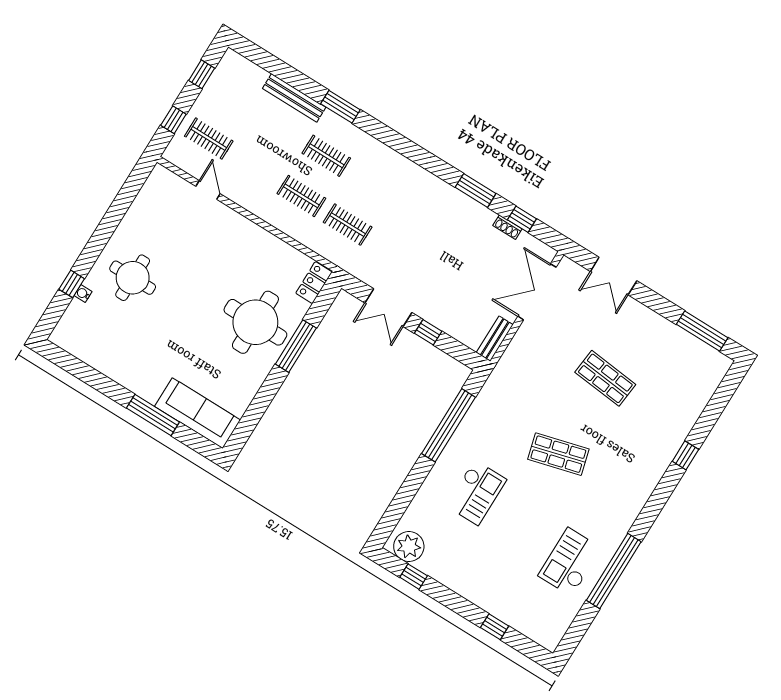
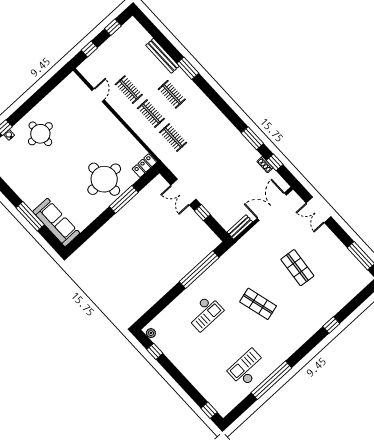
clothes rail: (209, 139) -> (129, 90), moved
plant: (409, 547) -> (151, 333), width x0.53, depth x0.53
window: (495, 627) -> (209, 410), moved

